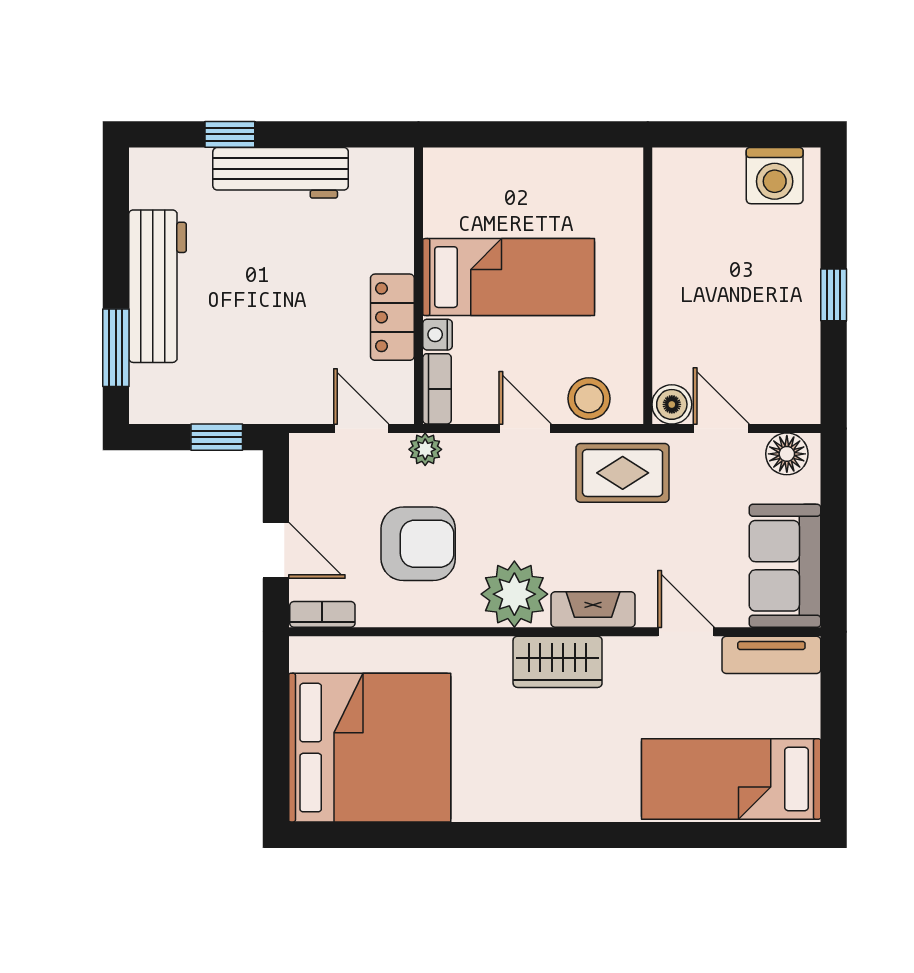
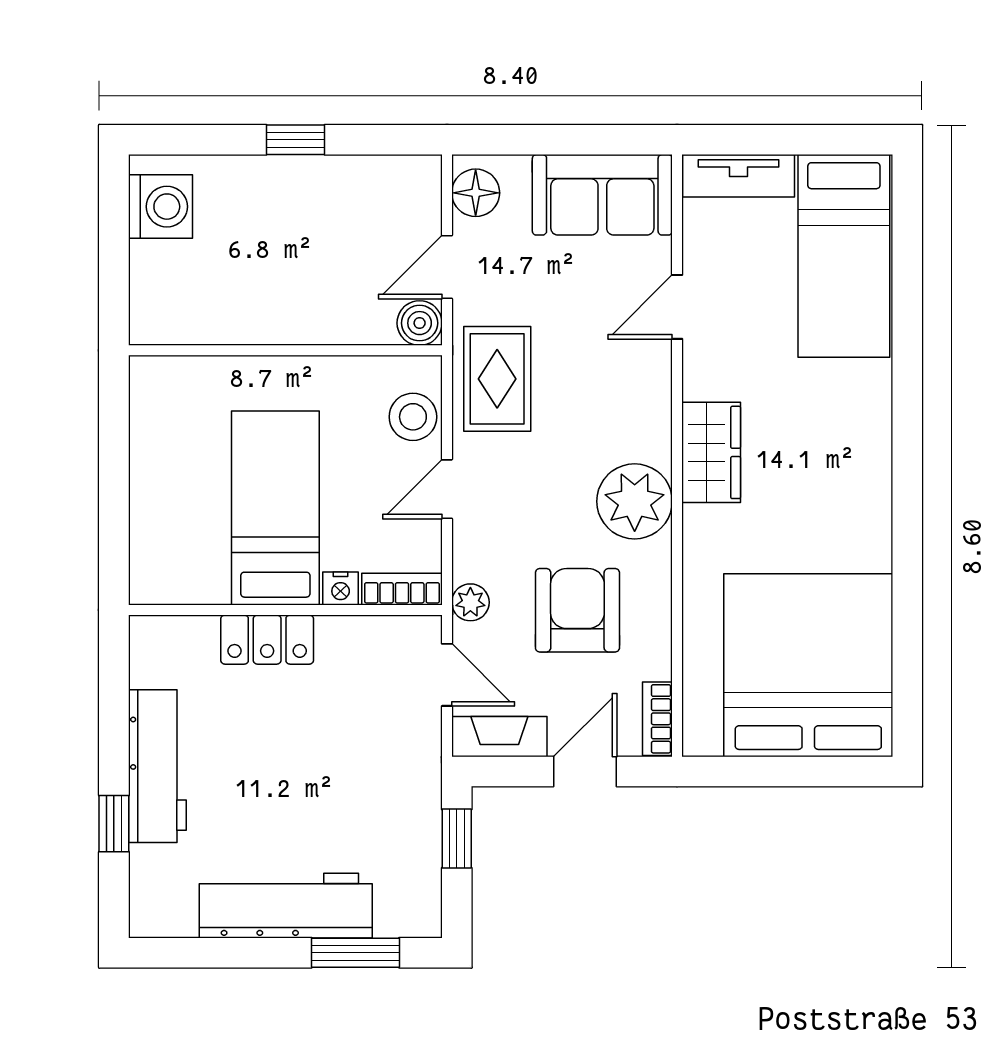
locker: (392, 317) -> (267, 640), moved
door: (361, 429) -> (447, 675), swing flipped
fireplace: (593, 610) -> (499, 737), moved, turned 90
tv unit: (771, 655) -> (739, 176), moved, turned 90

